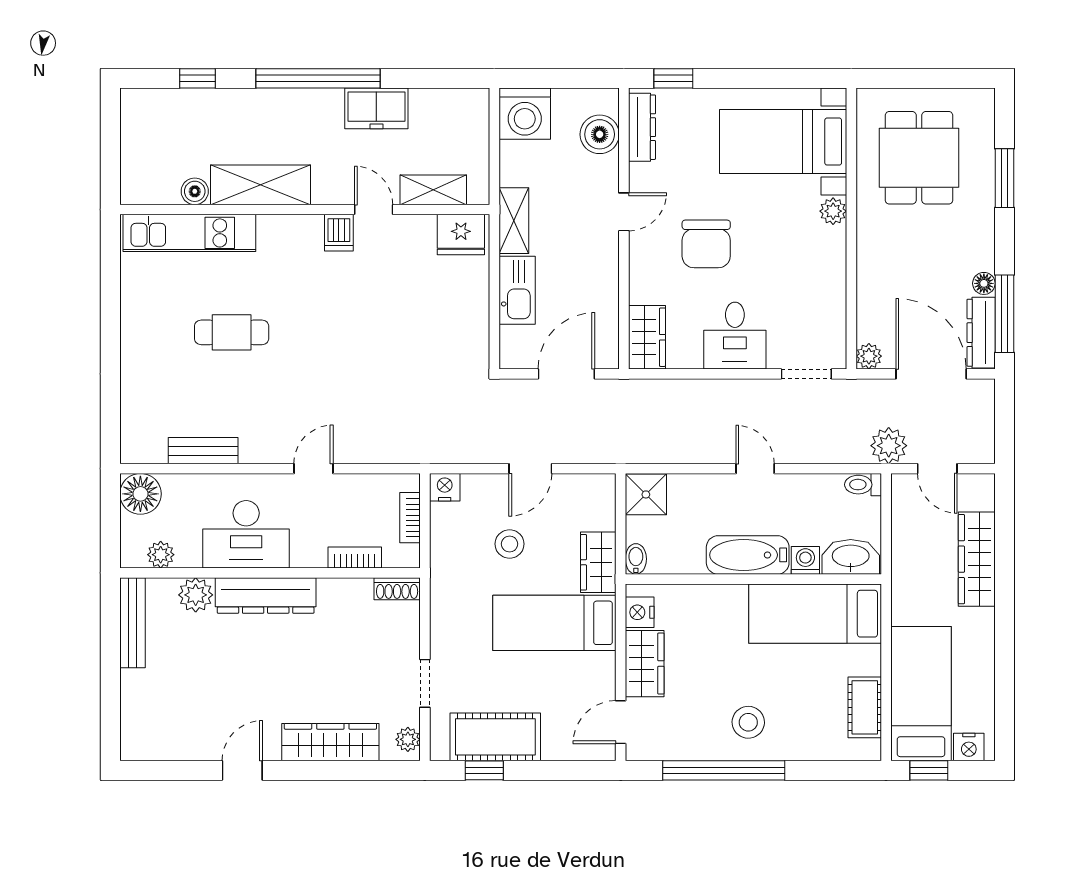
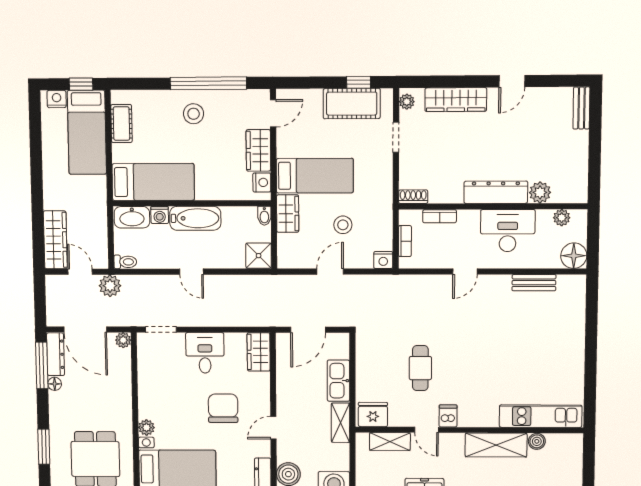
cafe table: (232, 332) -> (420, 368), moved, turned 90
wardrobe: (977, 559) -> (55, 240), moved
bench: (133, 623) -> (581, 108), moved, width x0.73

